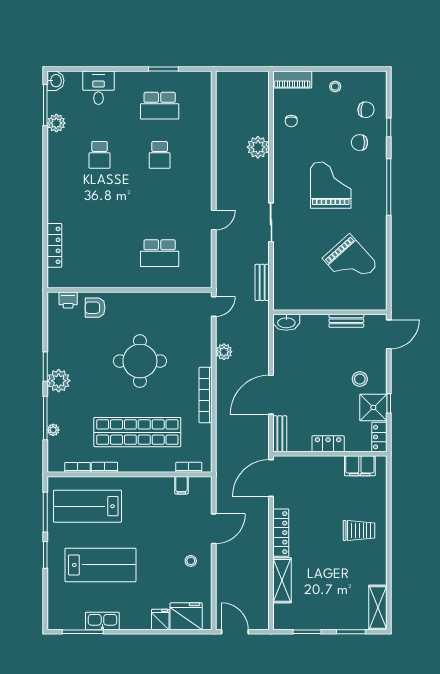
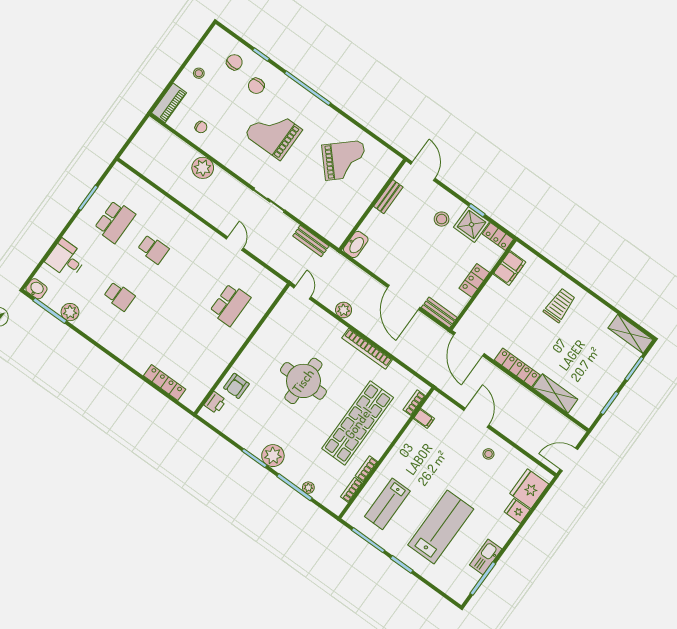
lab bench: (87, 506) -> (387, 504), width x0.73, depth x0.72

